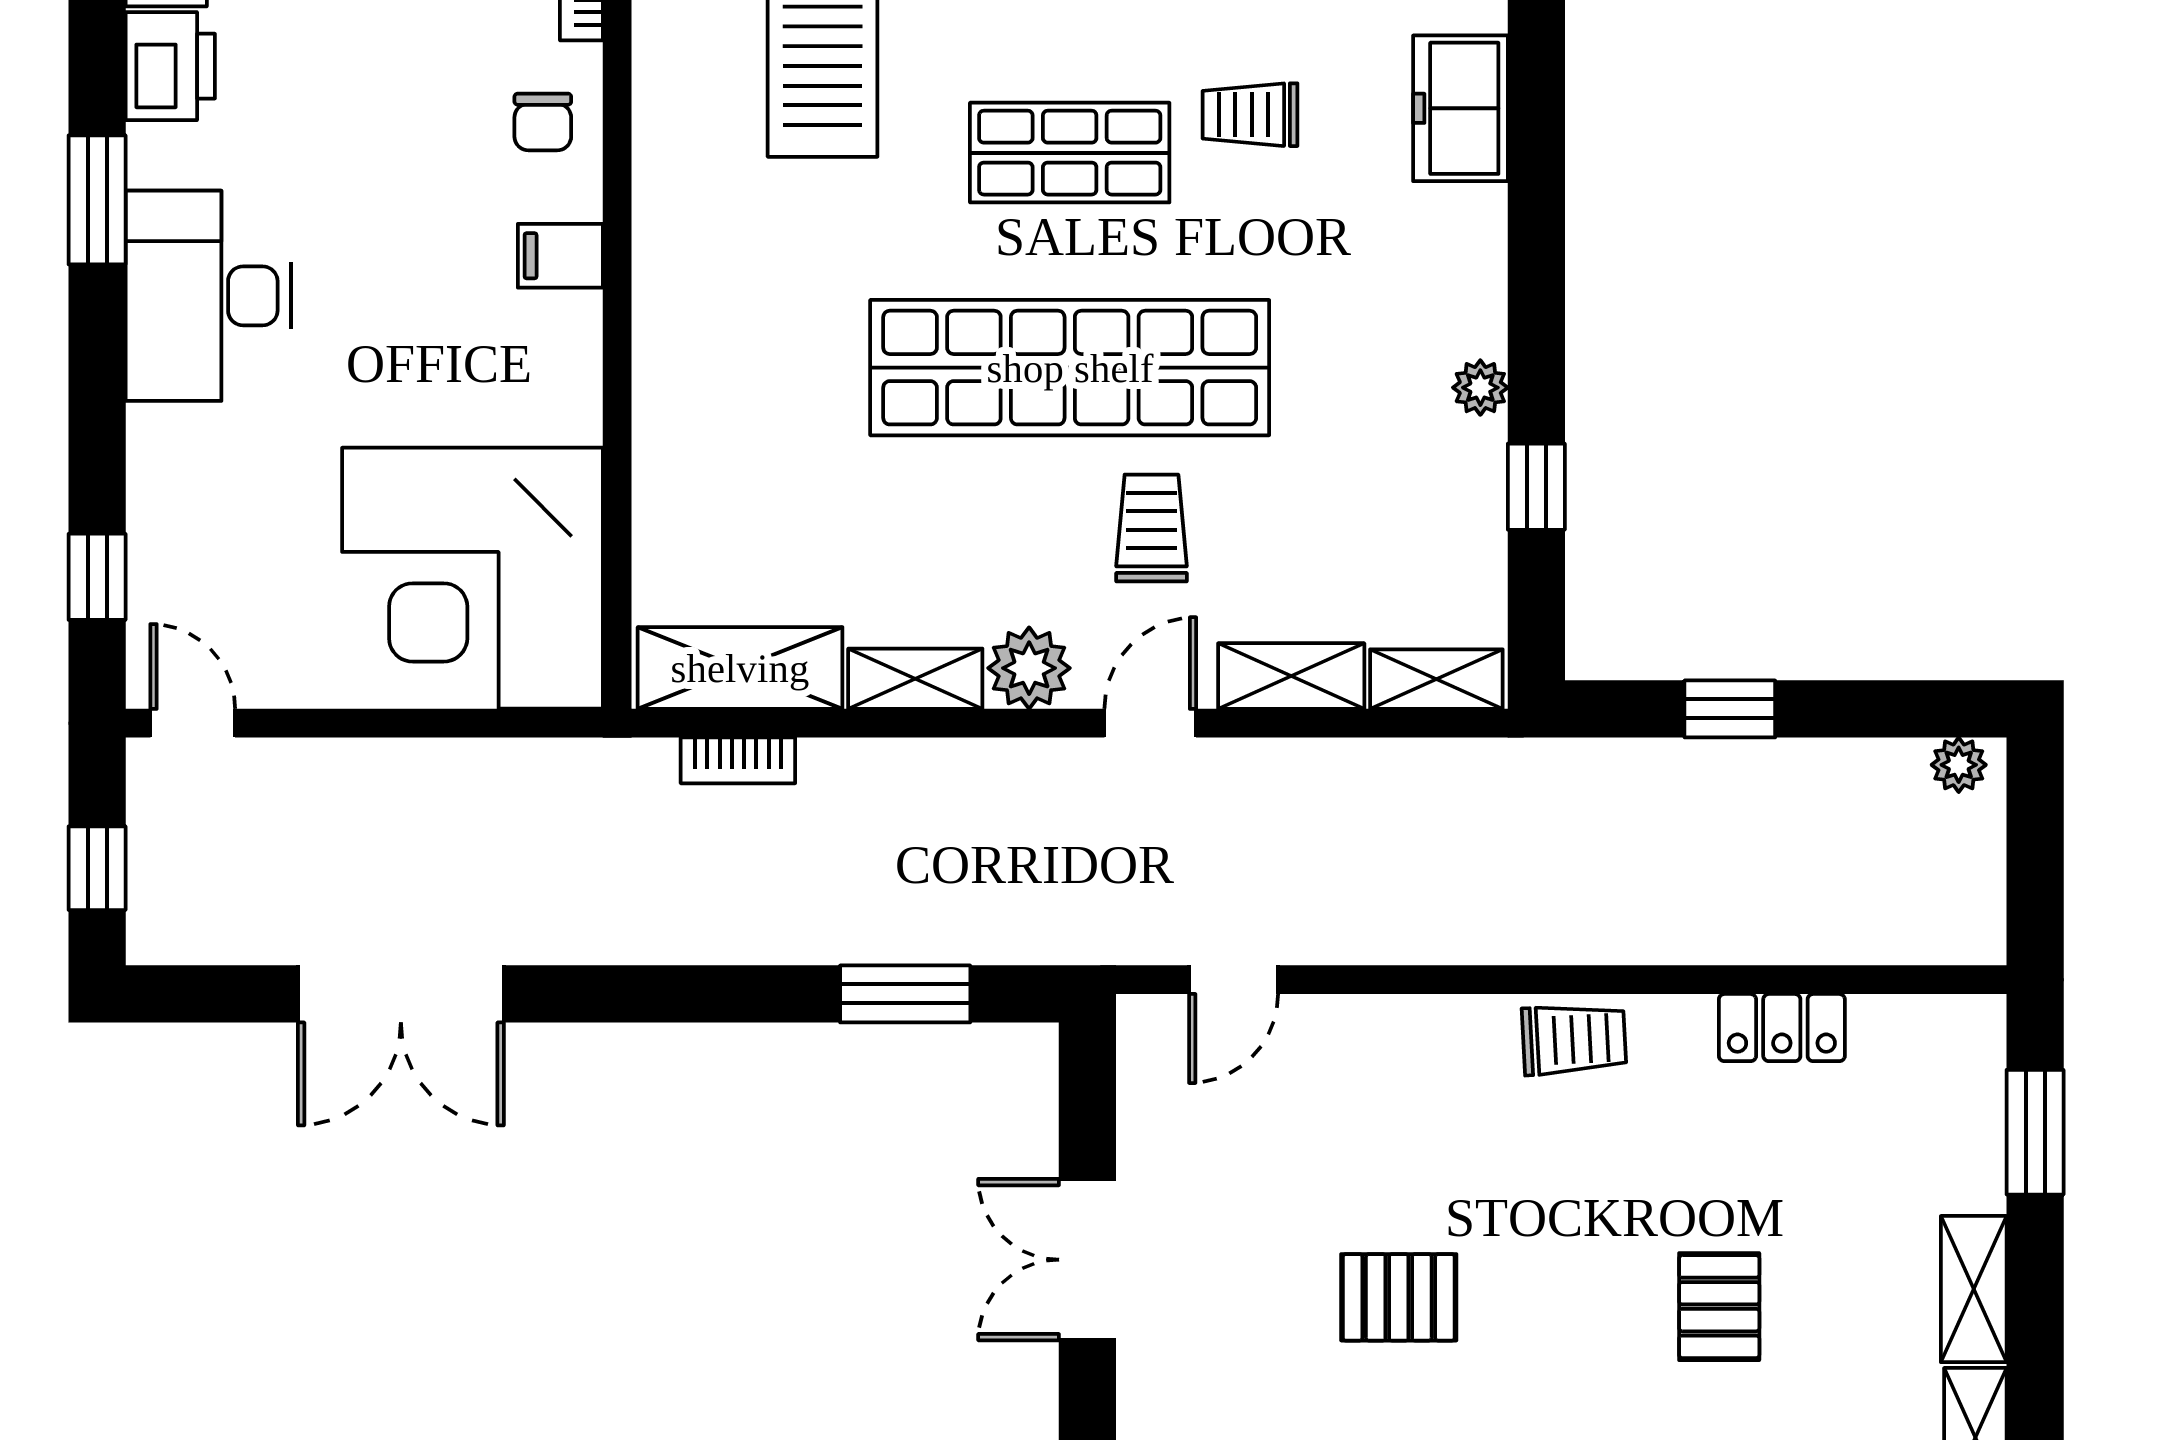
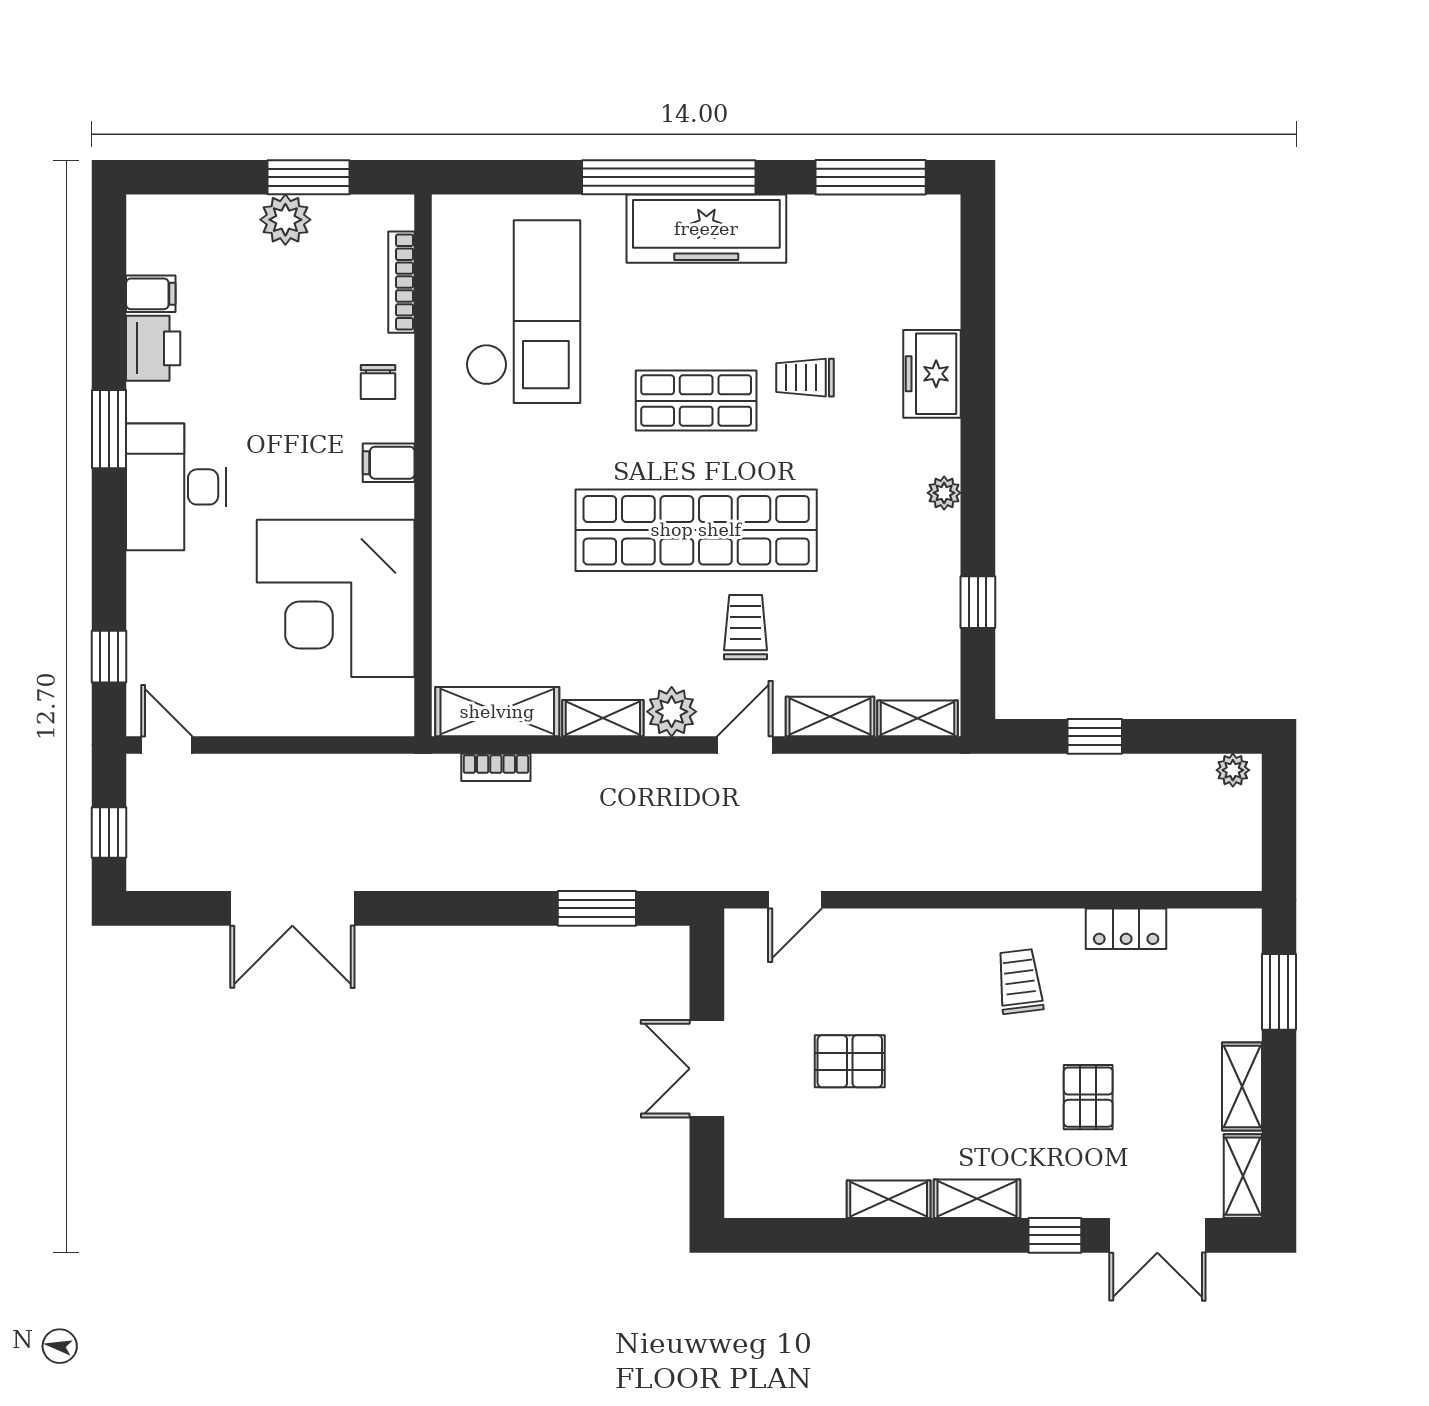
plant: (1480, 388) -> (944, 493), moved
corner desk: (473, 578) -> (336, 598), moved
trolley: (1574, 1039) -> (1020, 982), moved, turned -94
pallet: (1399, 1297) -> (850, 1061), moved

